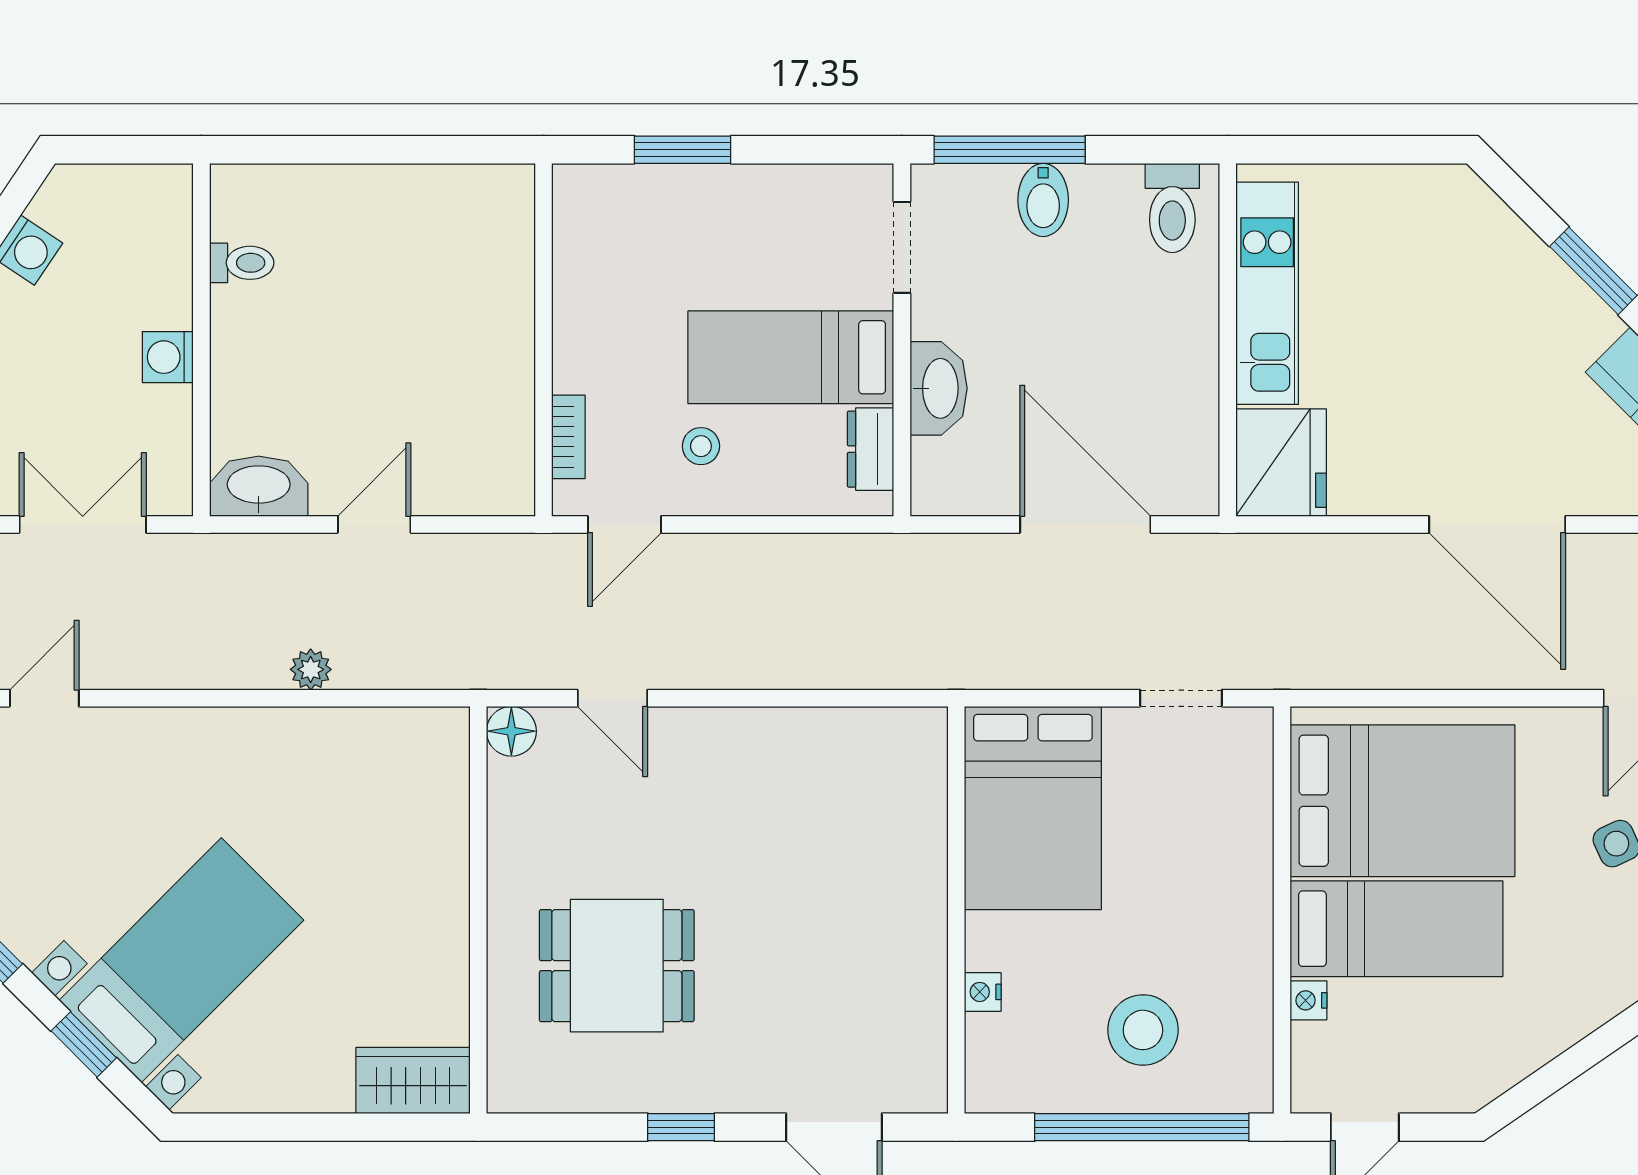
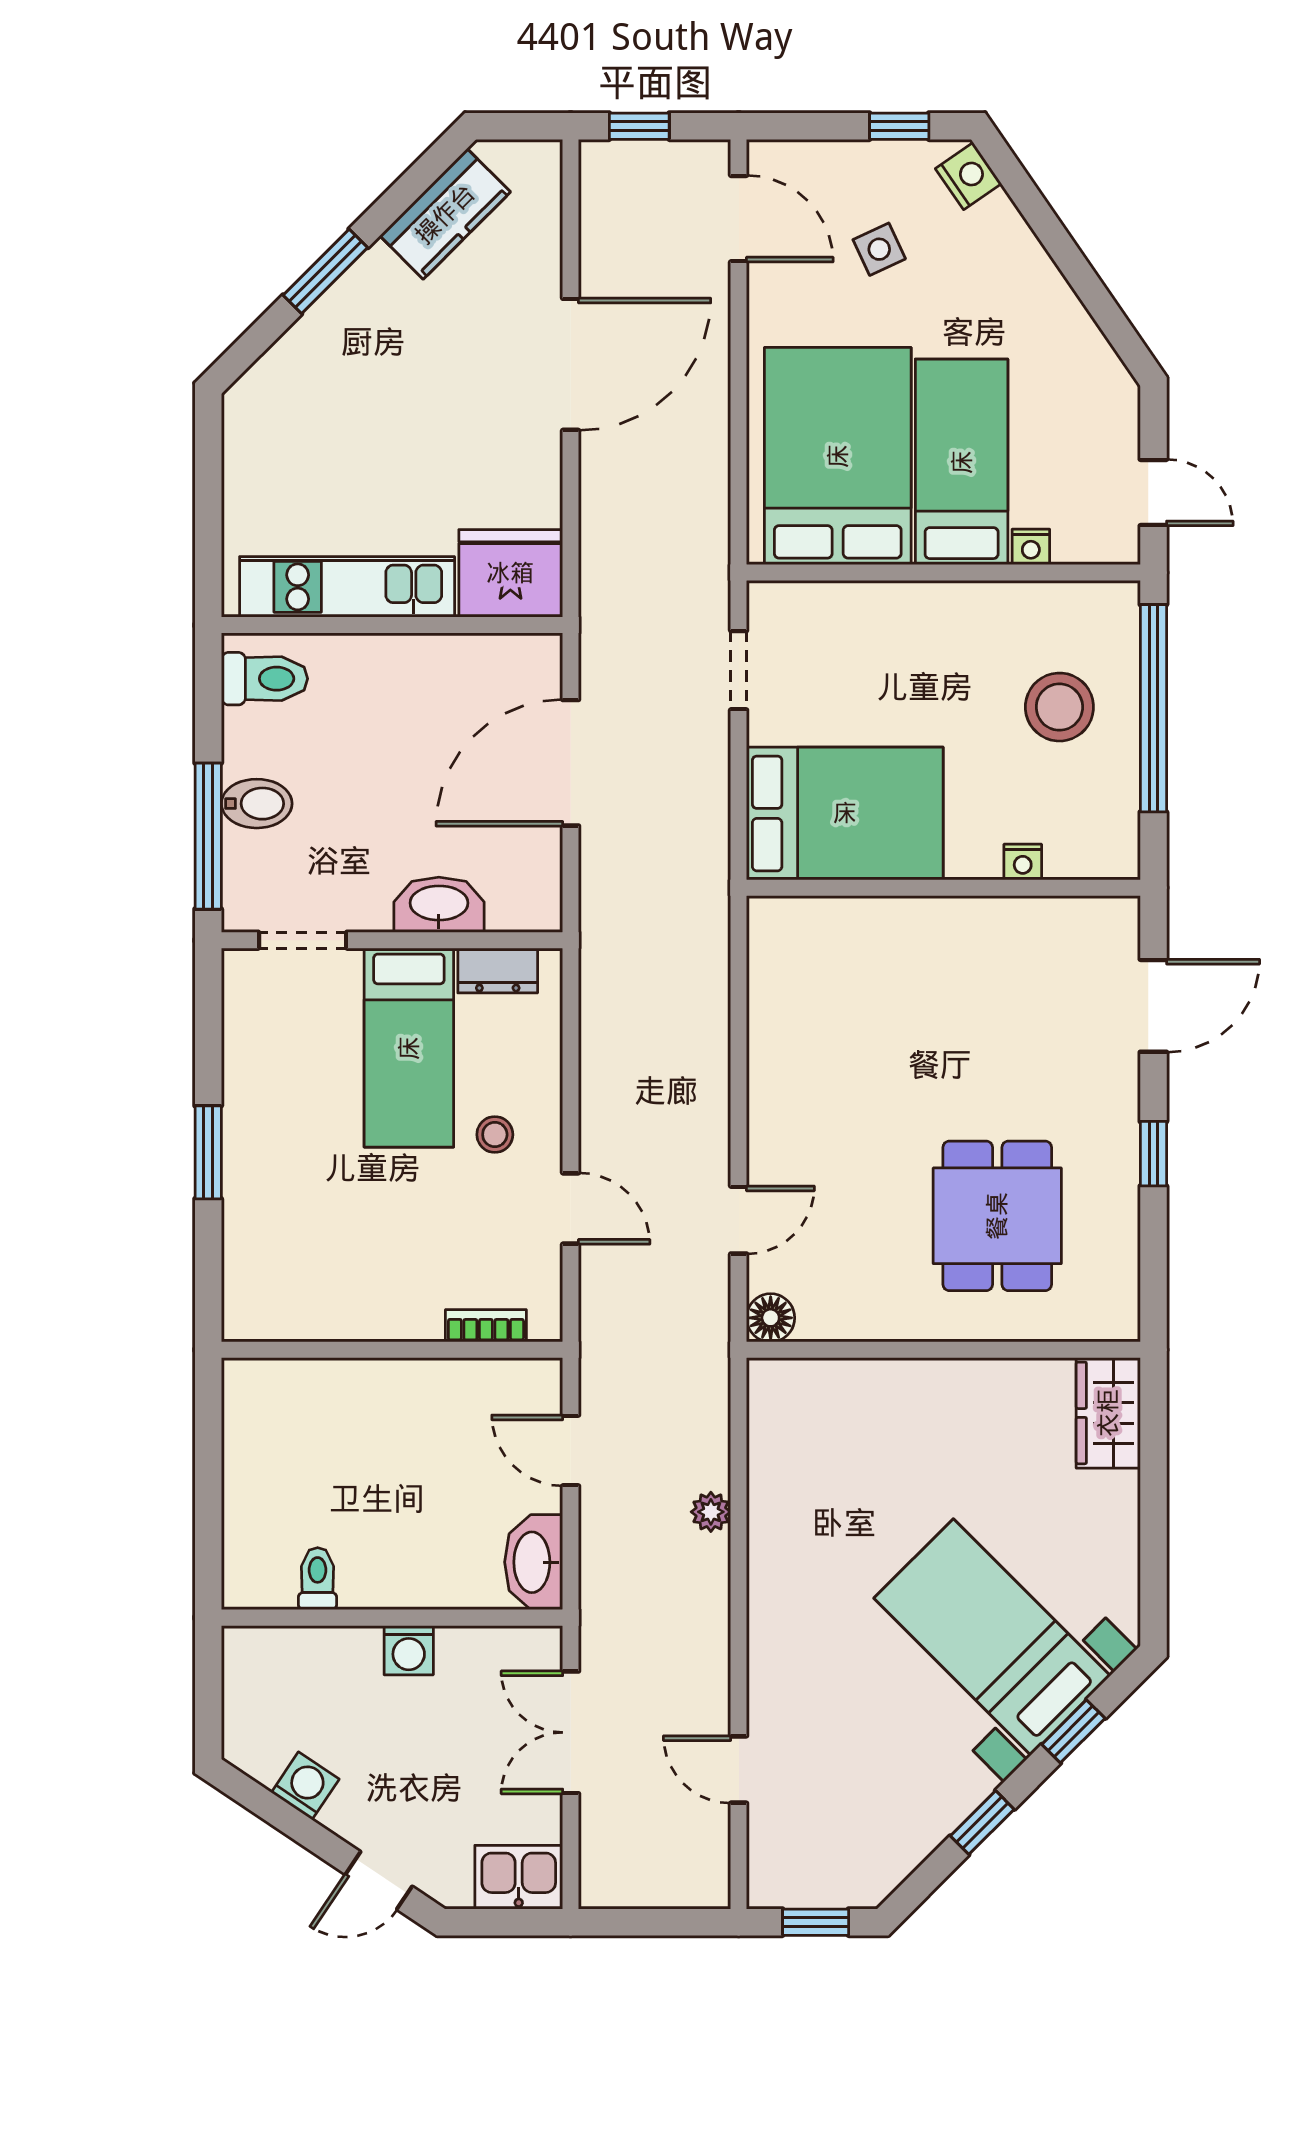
wall: (543, 340) -> (392, 1350), moved
bookcase: (568, 437) -> (486, 1326), moved

